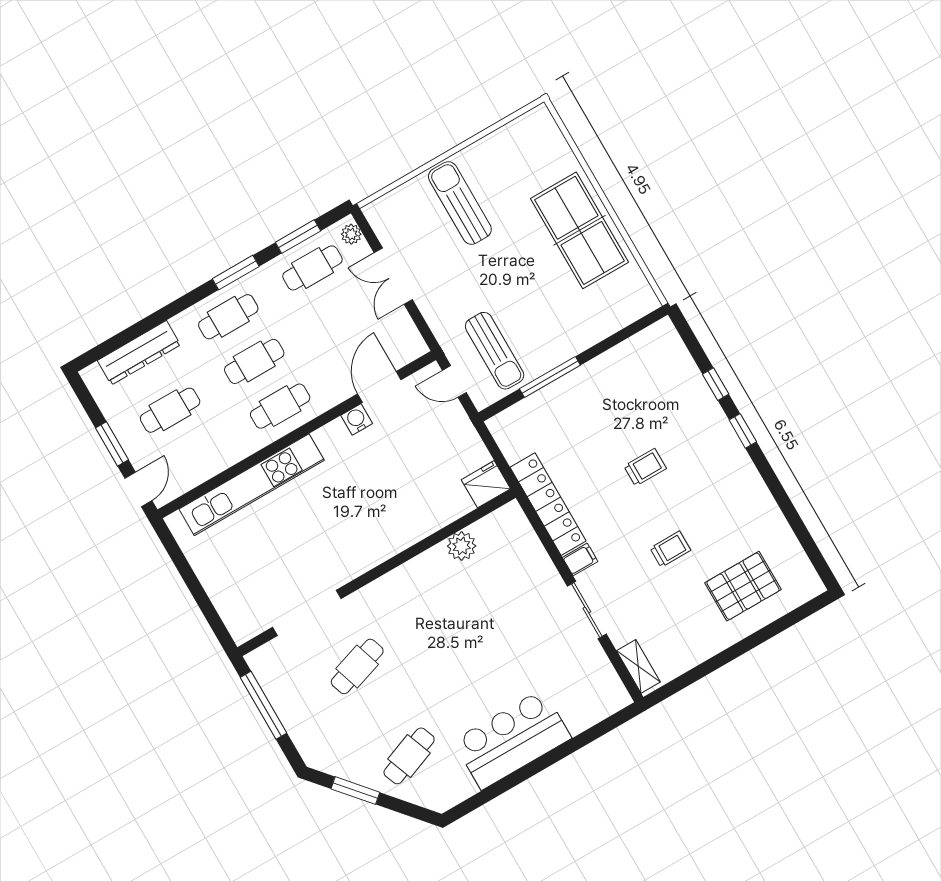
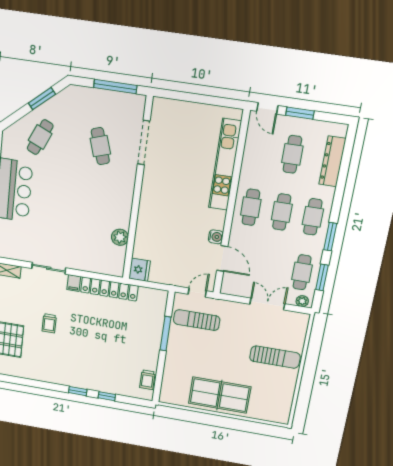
trolley: (645, 467) -> (147, 380), moved
cafe table: (409, 756) -> (40, 137), turned 45

